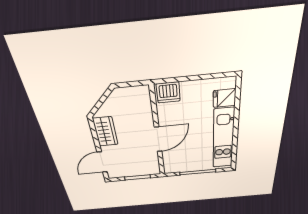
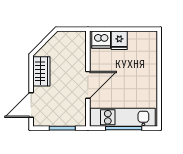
fridge: (224, 98) -> (119, 40), moved, turned -90
kitchen unit: (223, 139) -> (123, 117), moved, turned 90

